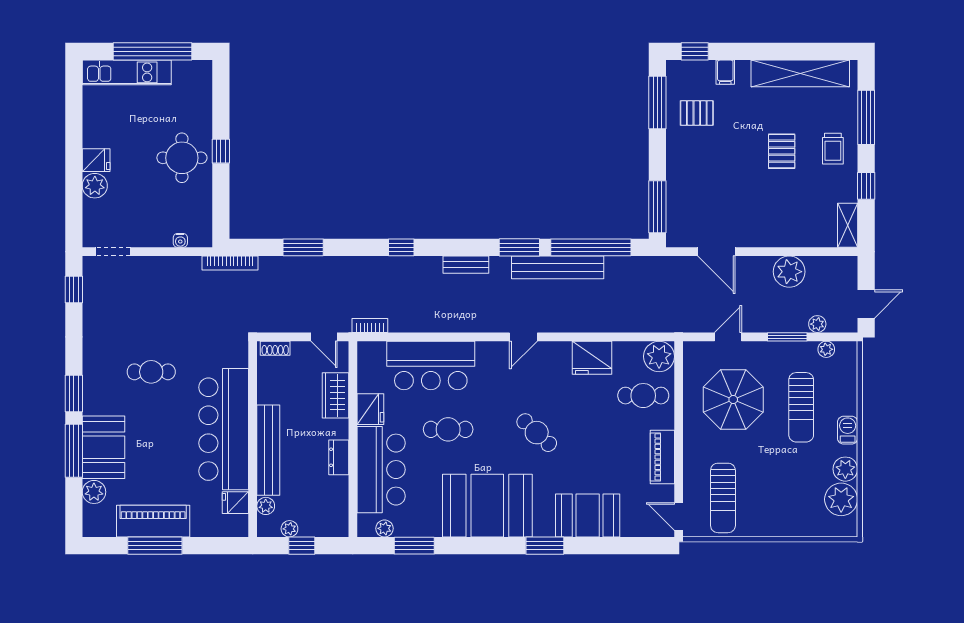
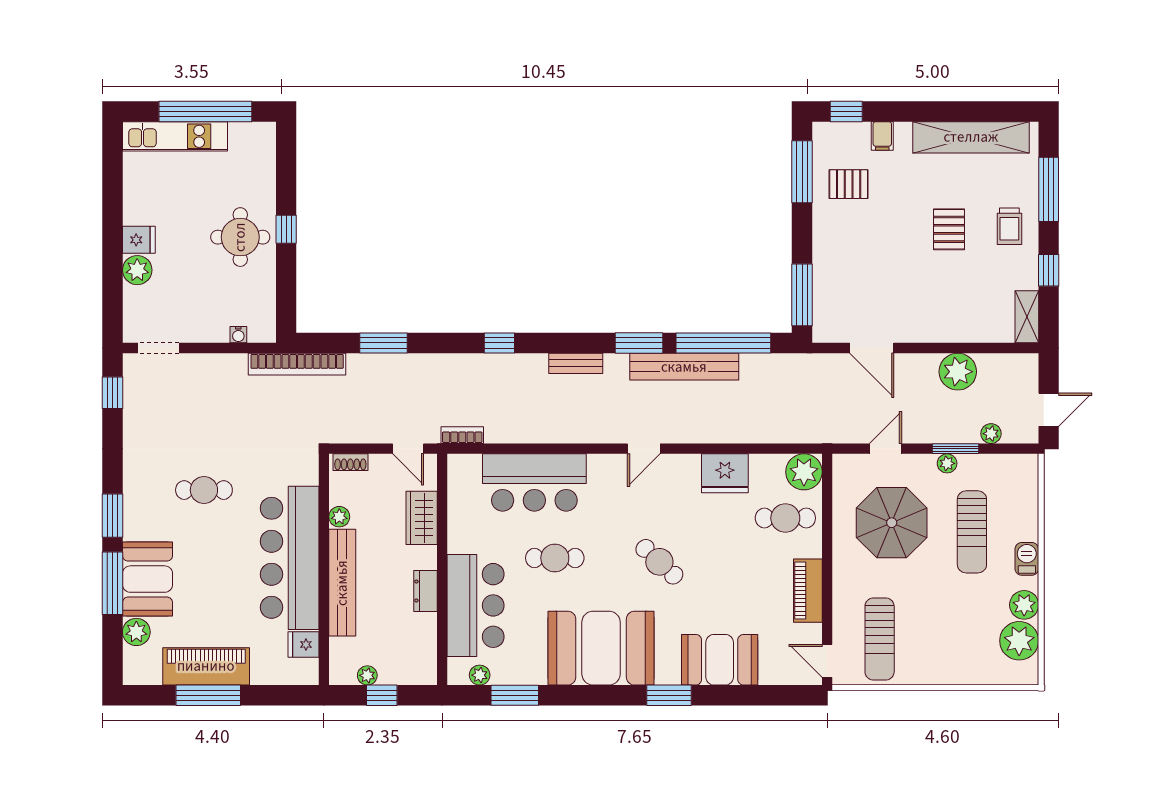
bookcase: (230, 263) -> (297, 364), width x1.48, depth x1.31
plant: (826, 349) -> (947, 463), moved
fridge: (370, 409) -> (463, 534), removed
plant: (266, 506) -> (339, 517), moved

